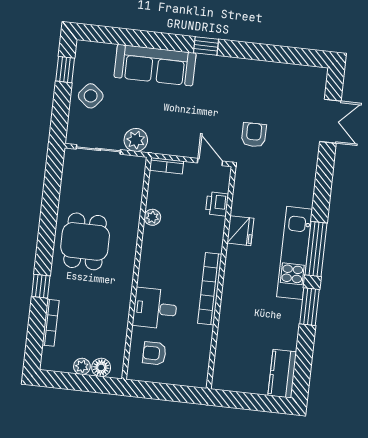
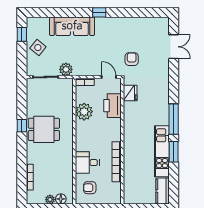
printer: (217, 204) -> (113, 106), width x1.87, depth x1.48
plant: (152, 217) -> (84, 112), width x1.87, depth x1.87
fridge: (240, 231) -> (130, 93), moved
dining table: (85, 241) -> (44, 129), turned 90
kitchen unit: (295, 253) -> (162, 151), moved
window: (41, 286) -> (22, 126), moved
bookcase: (210, 289) -> (117, 162), moved

